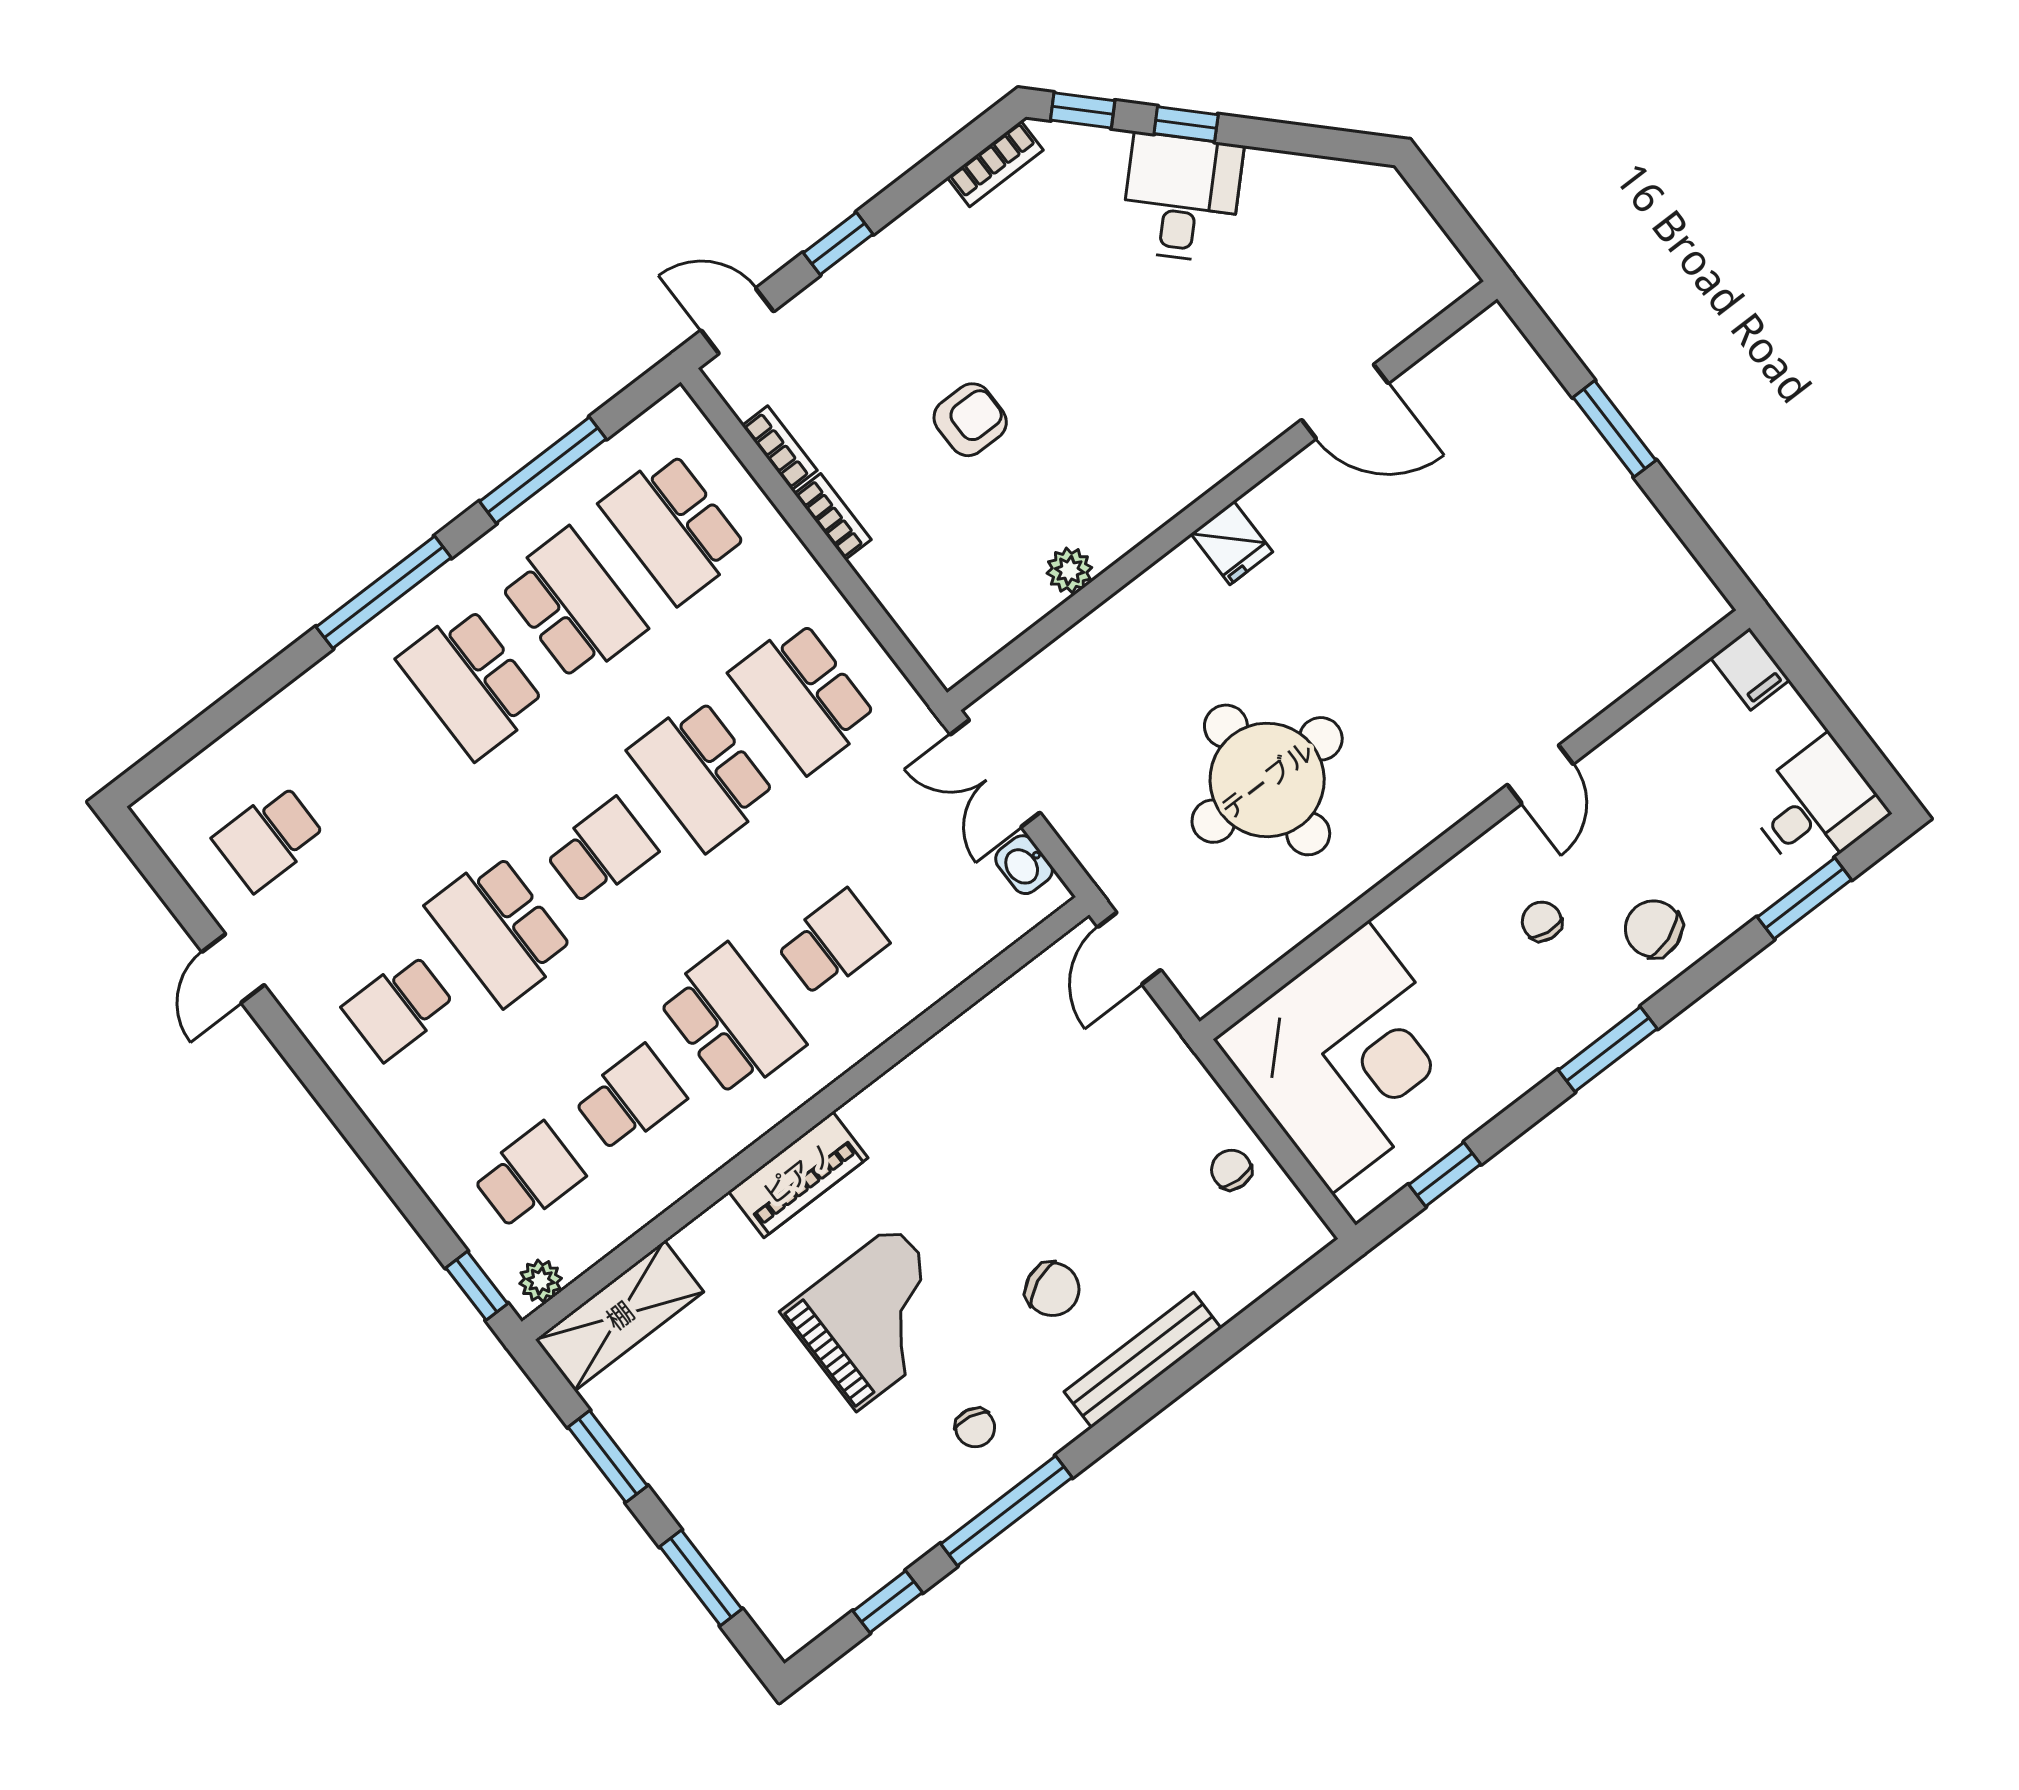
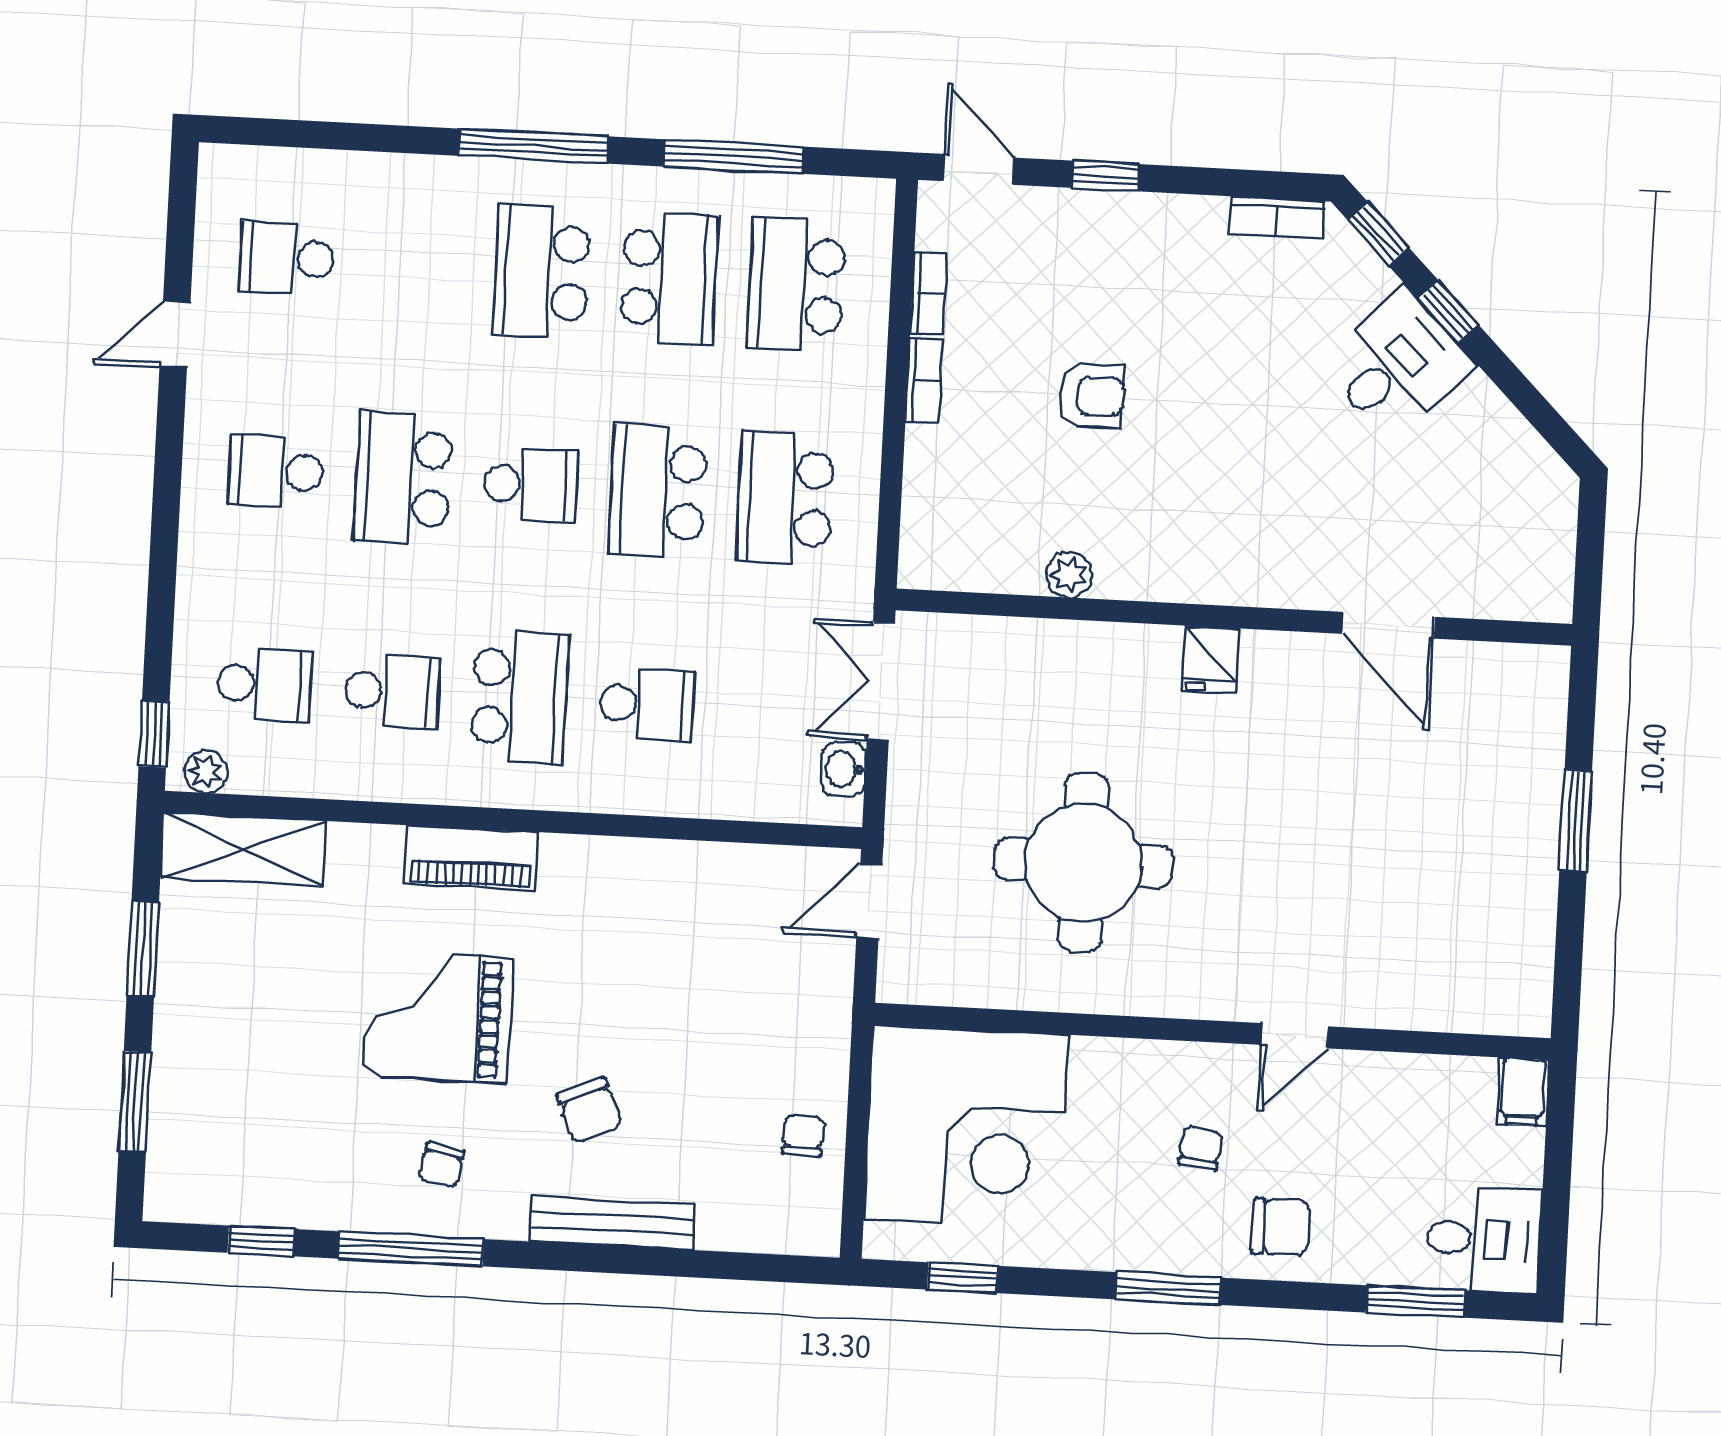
chair: (1654, 929) -> (1281, 1227), turned 110
grand piano: (876, 1317) -> (437, 1017), turned 180

